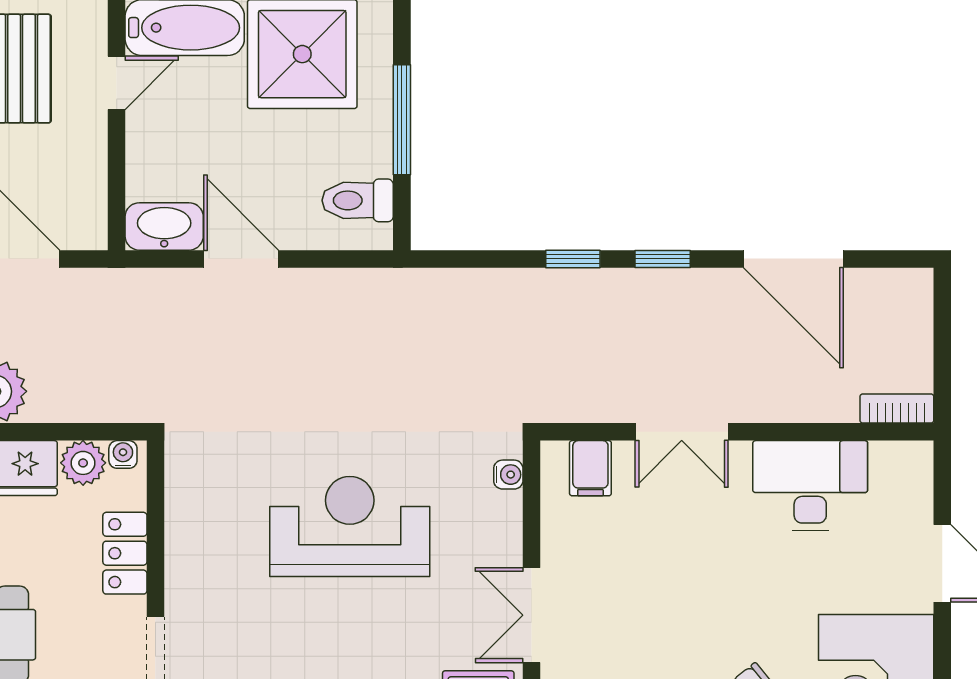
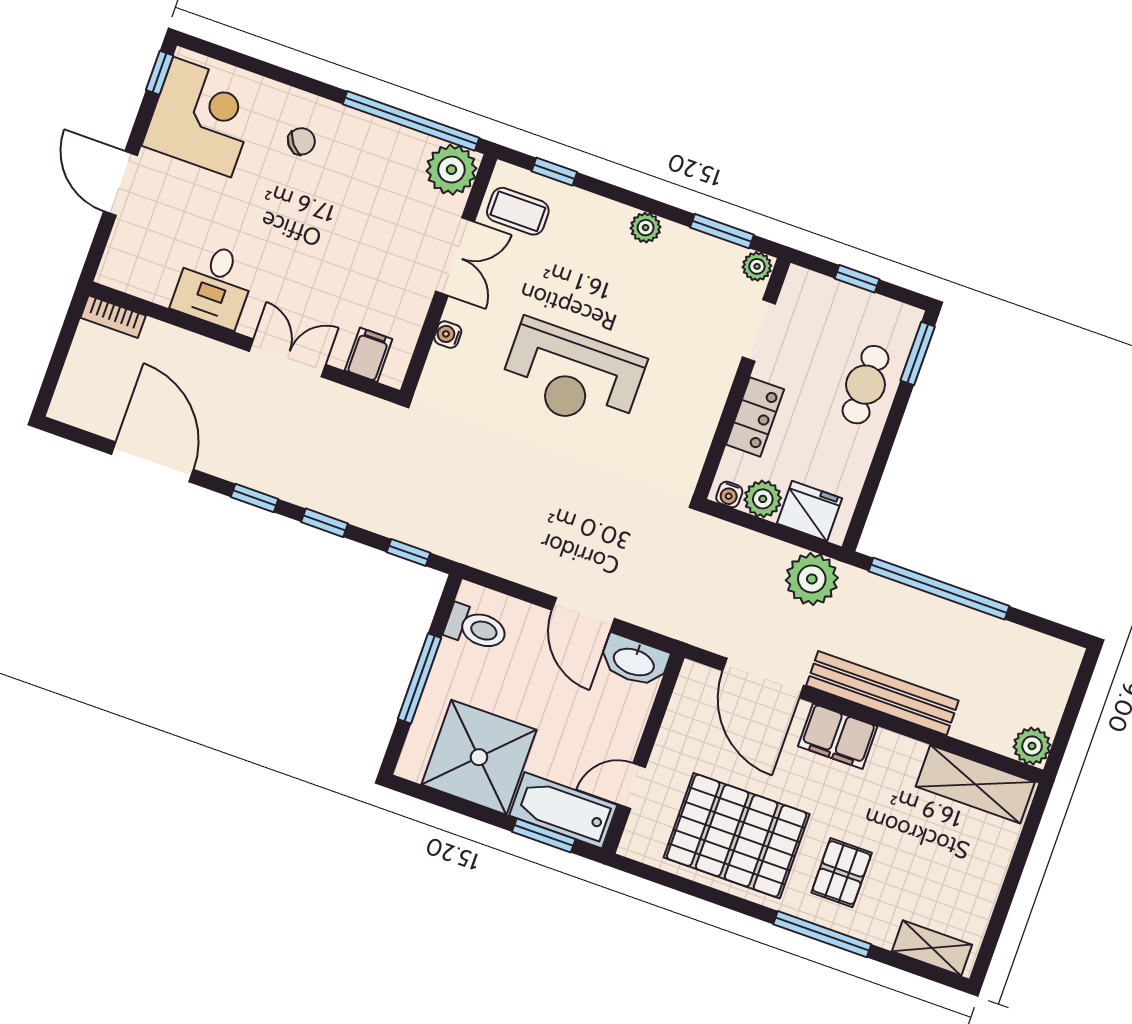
window: (465, 259) -> (408, 552), added
water cooler: (508, 475) -> (448, 335), moved
desk: (810, 485) -> (214, 285), width x0.73

